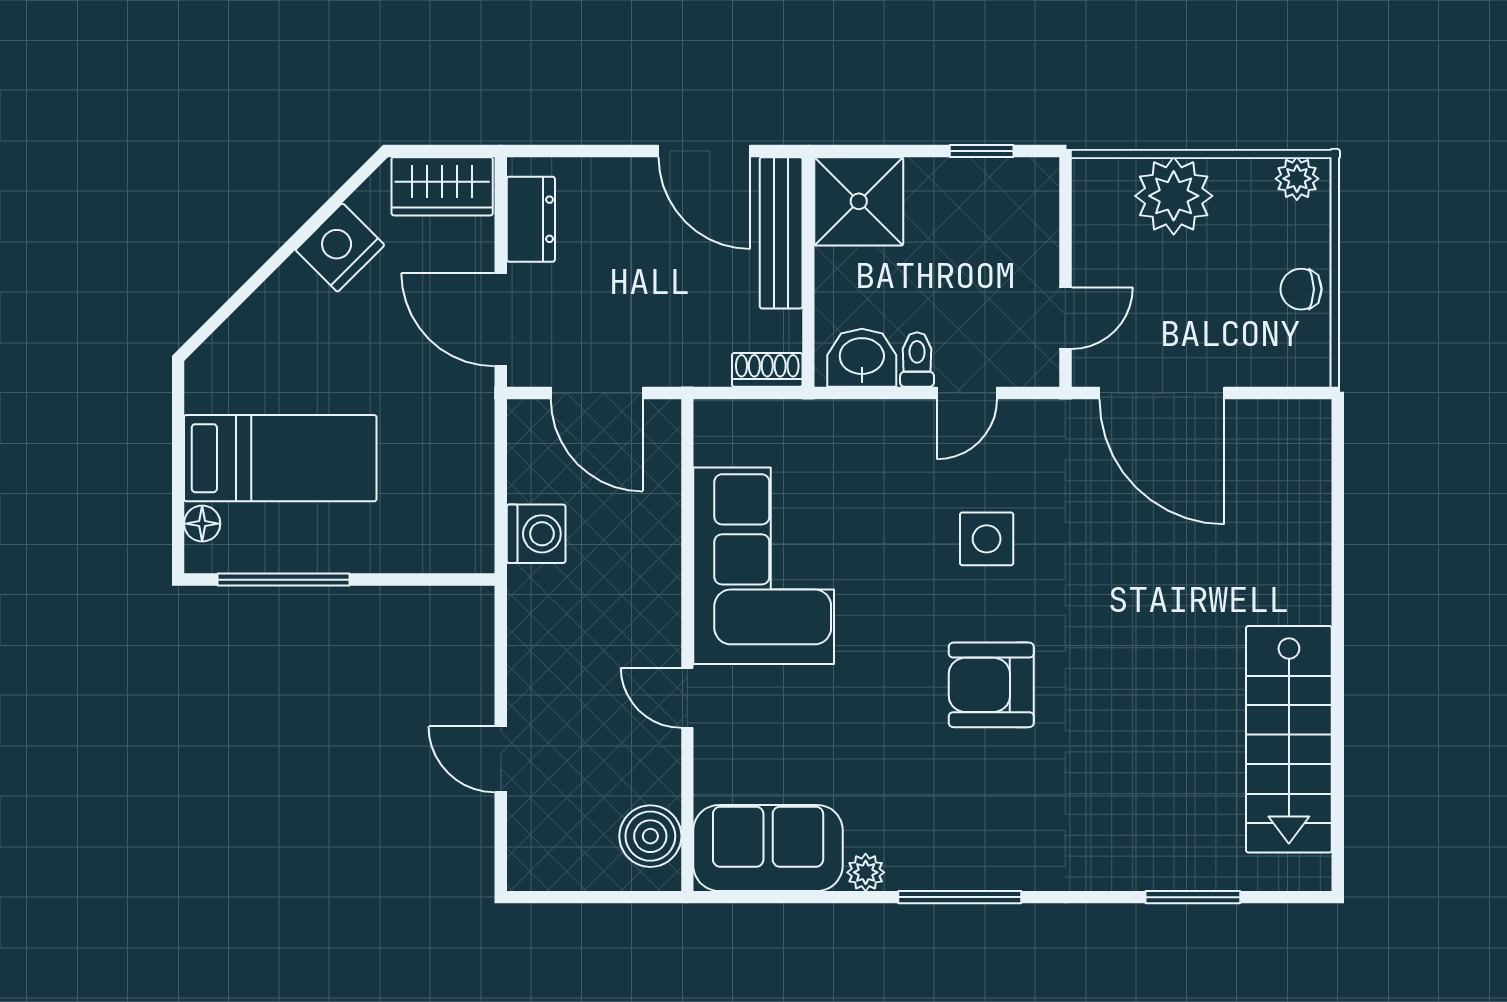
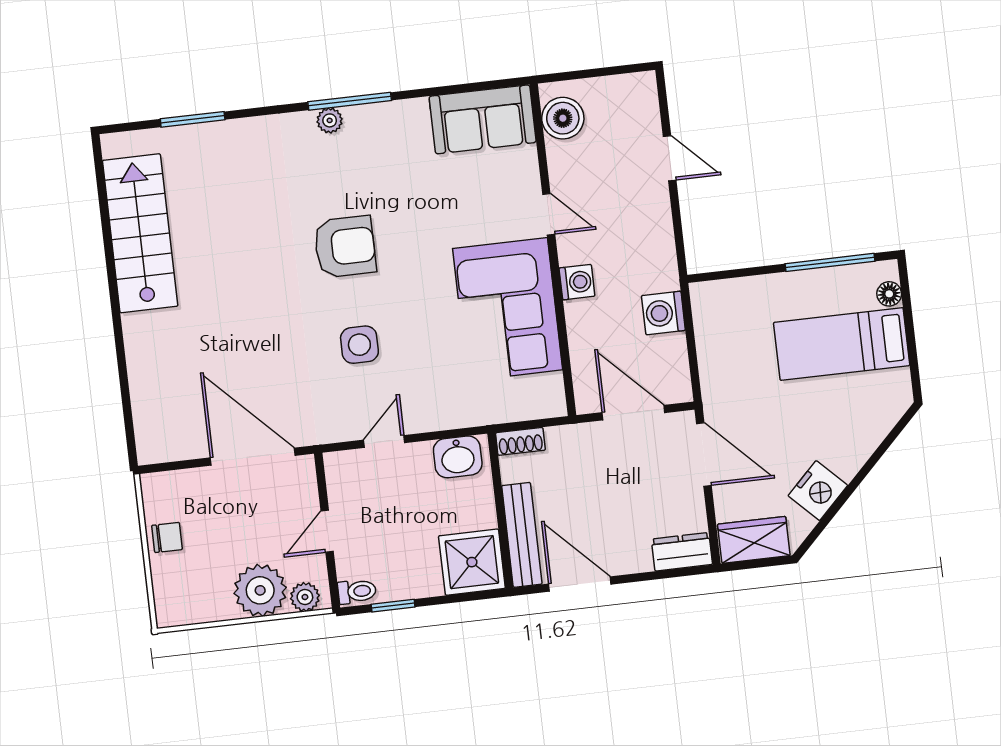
plant: (1297, 179) -> (305, 597), moved
dresser: (531, 219) -> (682, 552), moved, turned 90
door: (1065, 318) -> (327, 531), moved
toilet: (917, 360) -> (357, 591), moved, turned -90
washing machine: (657, 594) -> (577, 282), added
plant: (866, 872) -> (330, 120), moved

